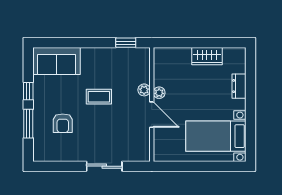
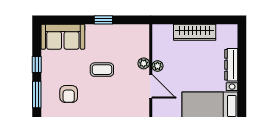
window: (126, 43) -> (103, 20), moved
wardrobe: (207, 56) -> (195, 32), width x1.50
dresser: (239, 86) -> (231, 65), width x1.44

